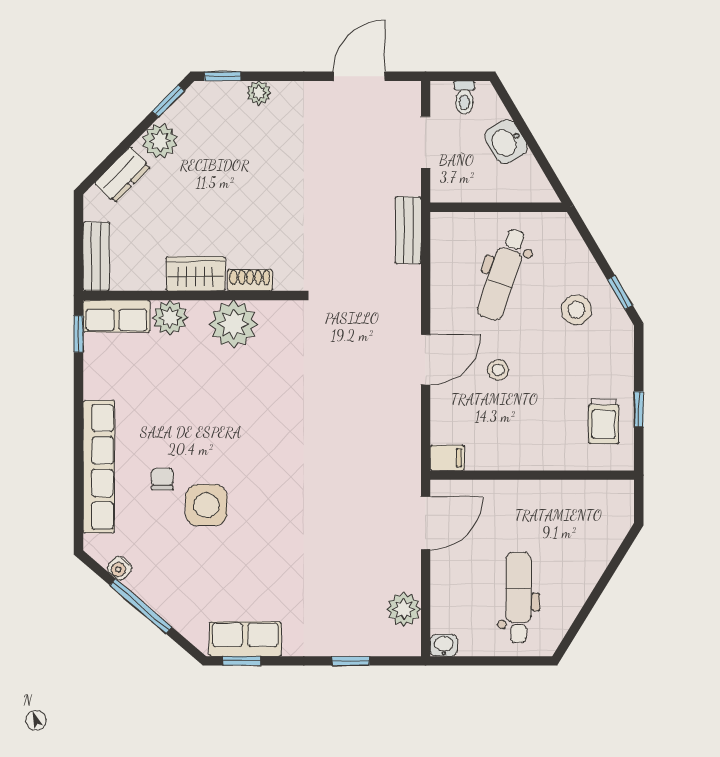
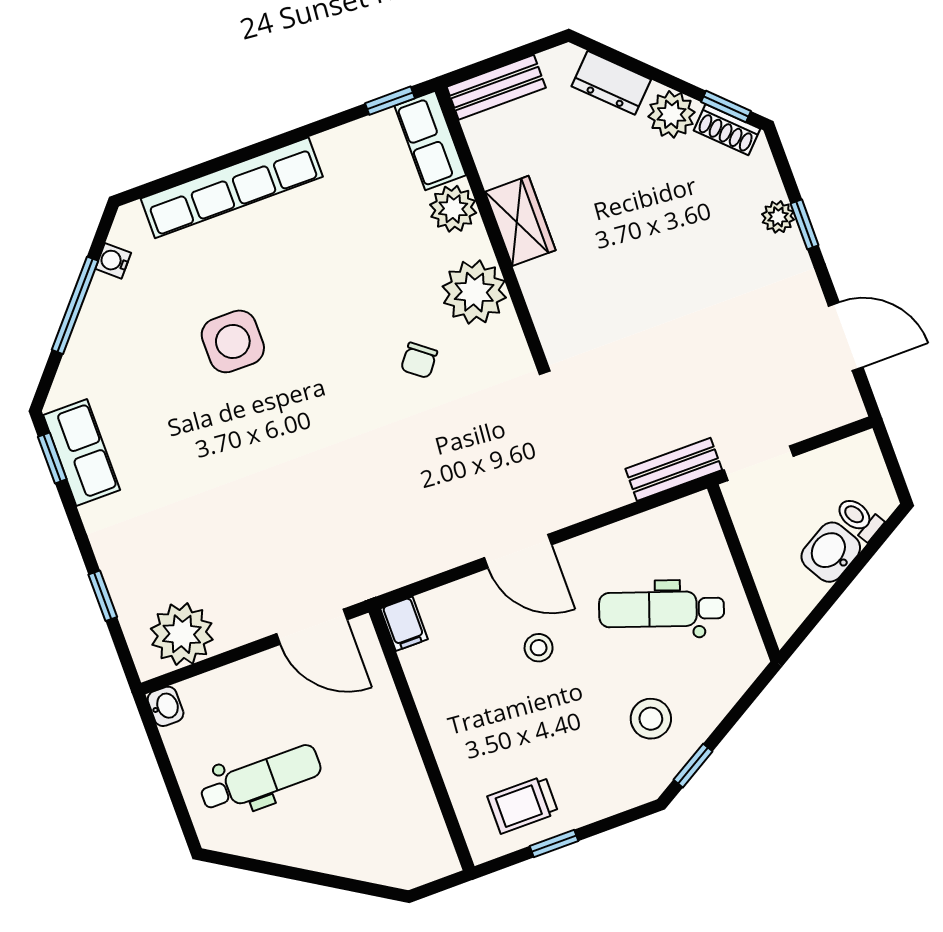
window: (223, 76) -> (805, 224), moved
toilet: (464, 98) -> (859, 518), moved, turned 59
doorway: (426, 142) -> (759, 463), moved
shoe rack: (250, 280) -> (727, 130), moved, turned 134
chair: (162, 479) -> (419, 360), moved, turned 128
plant: (404, 609) -> (182, 634), width x1.36, depth x1.36

